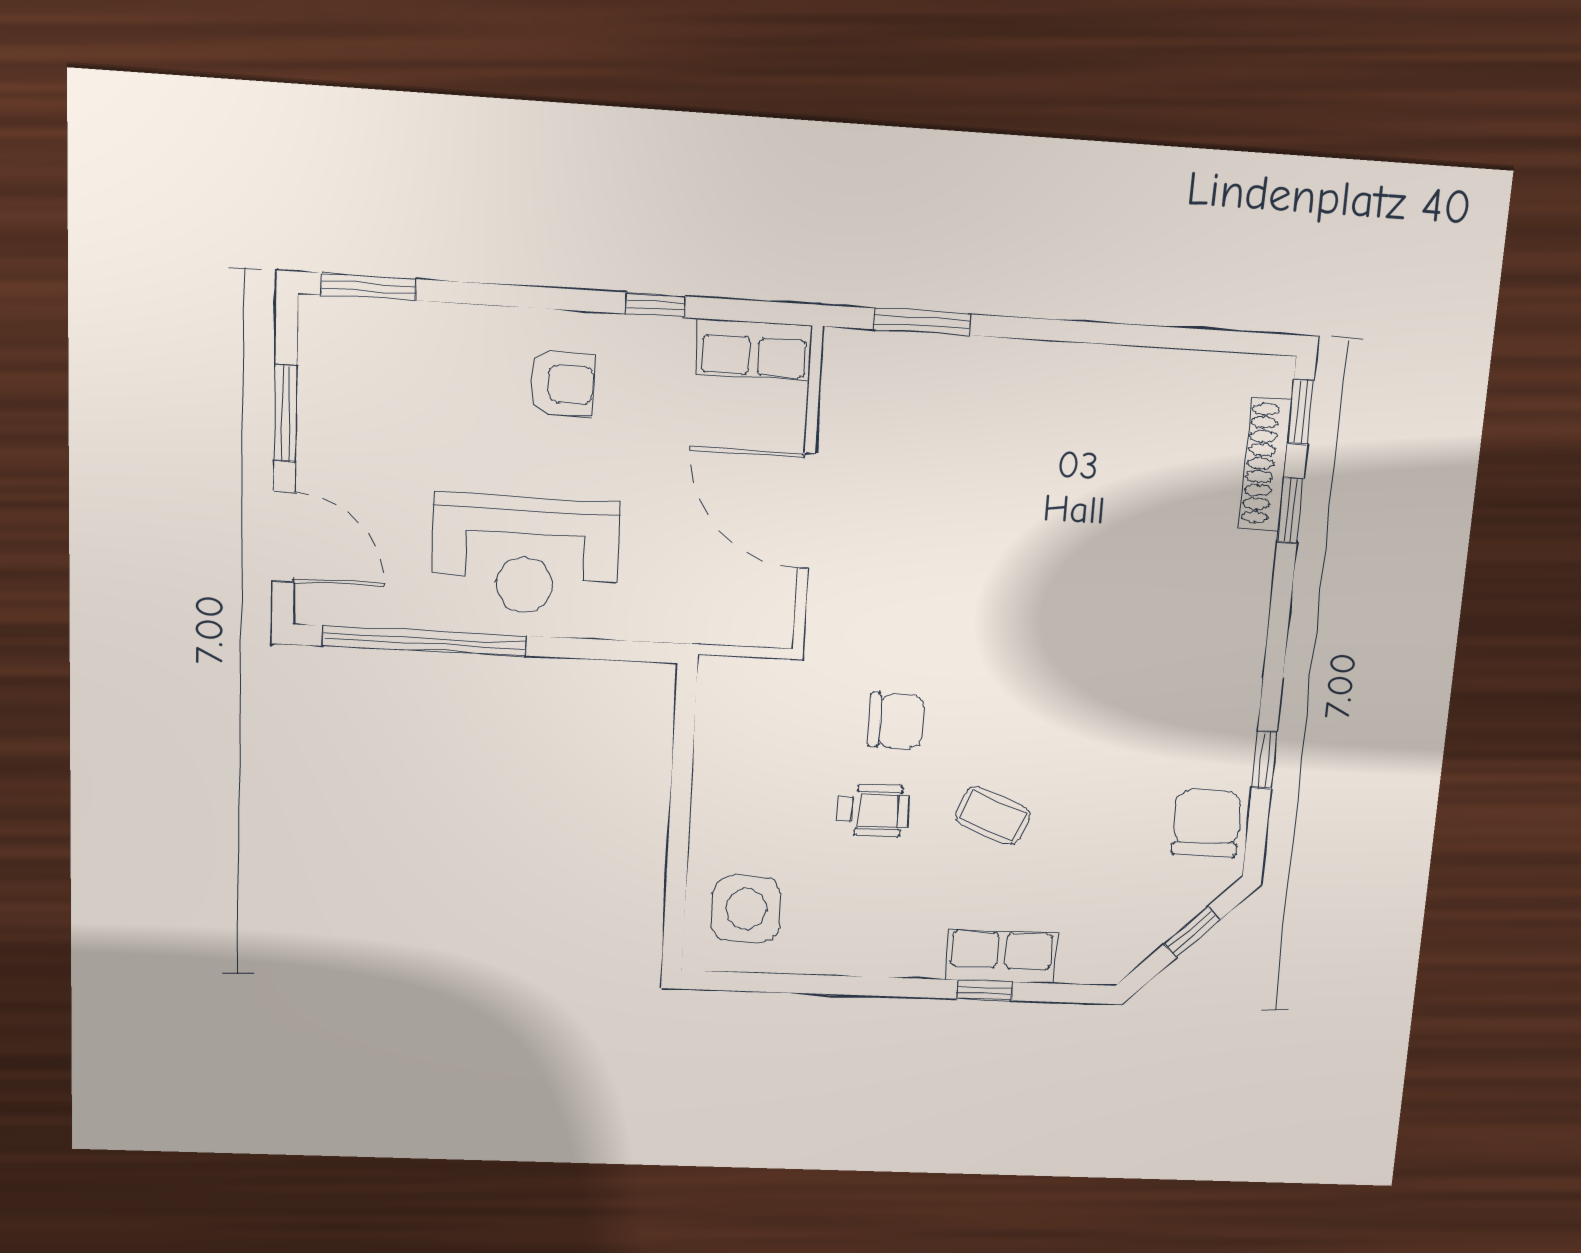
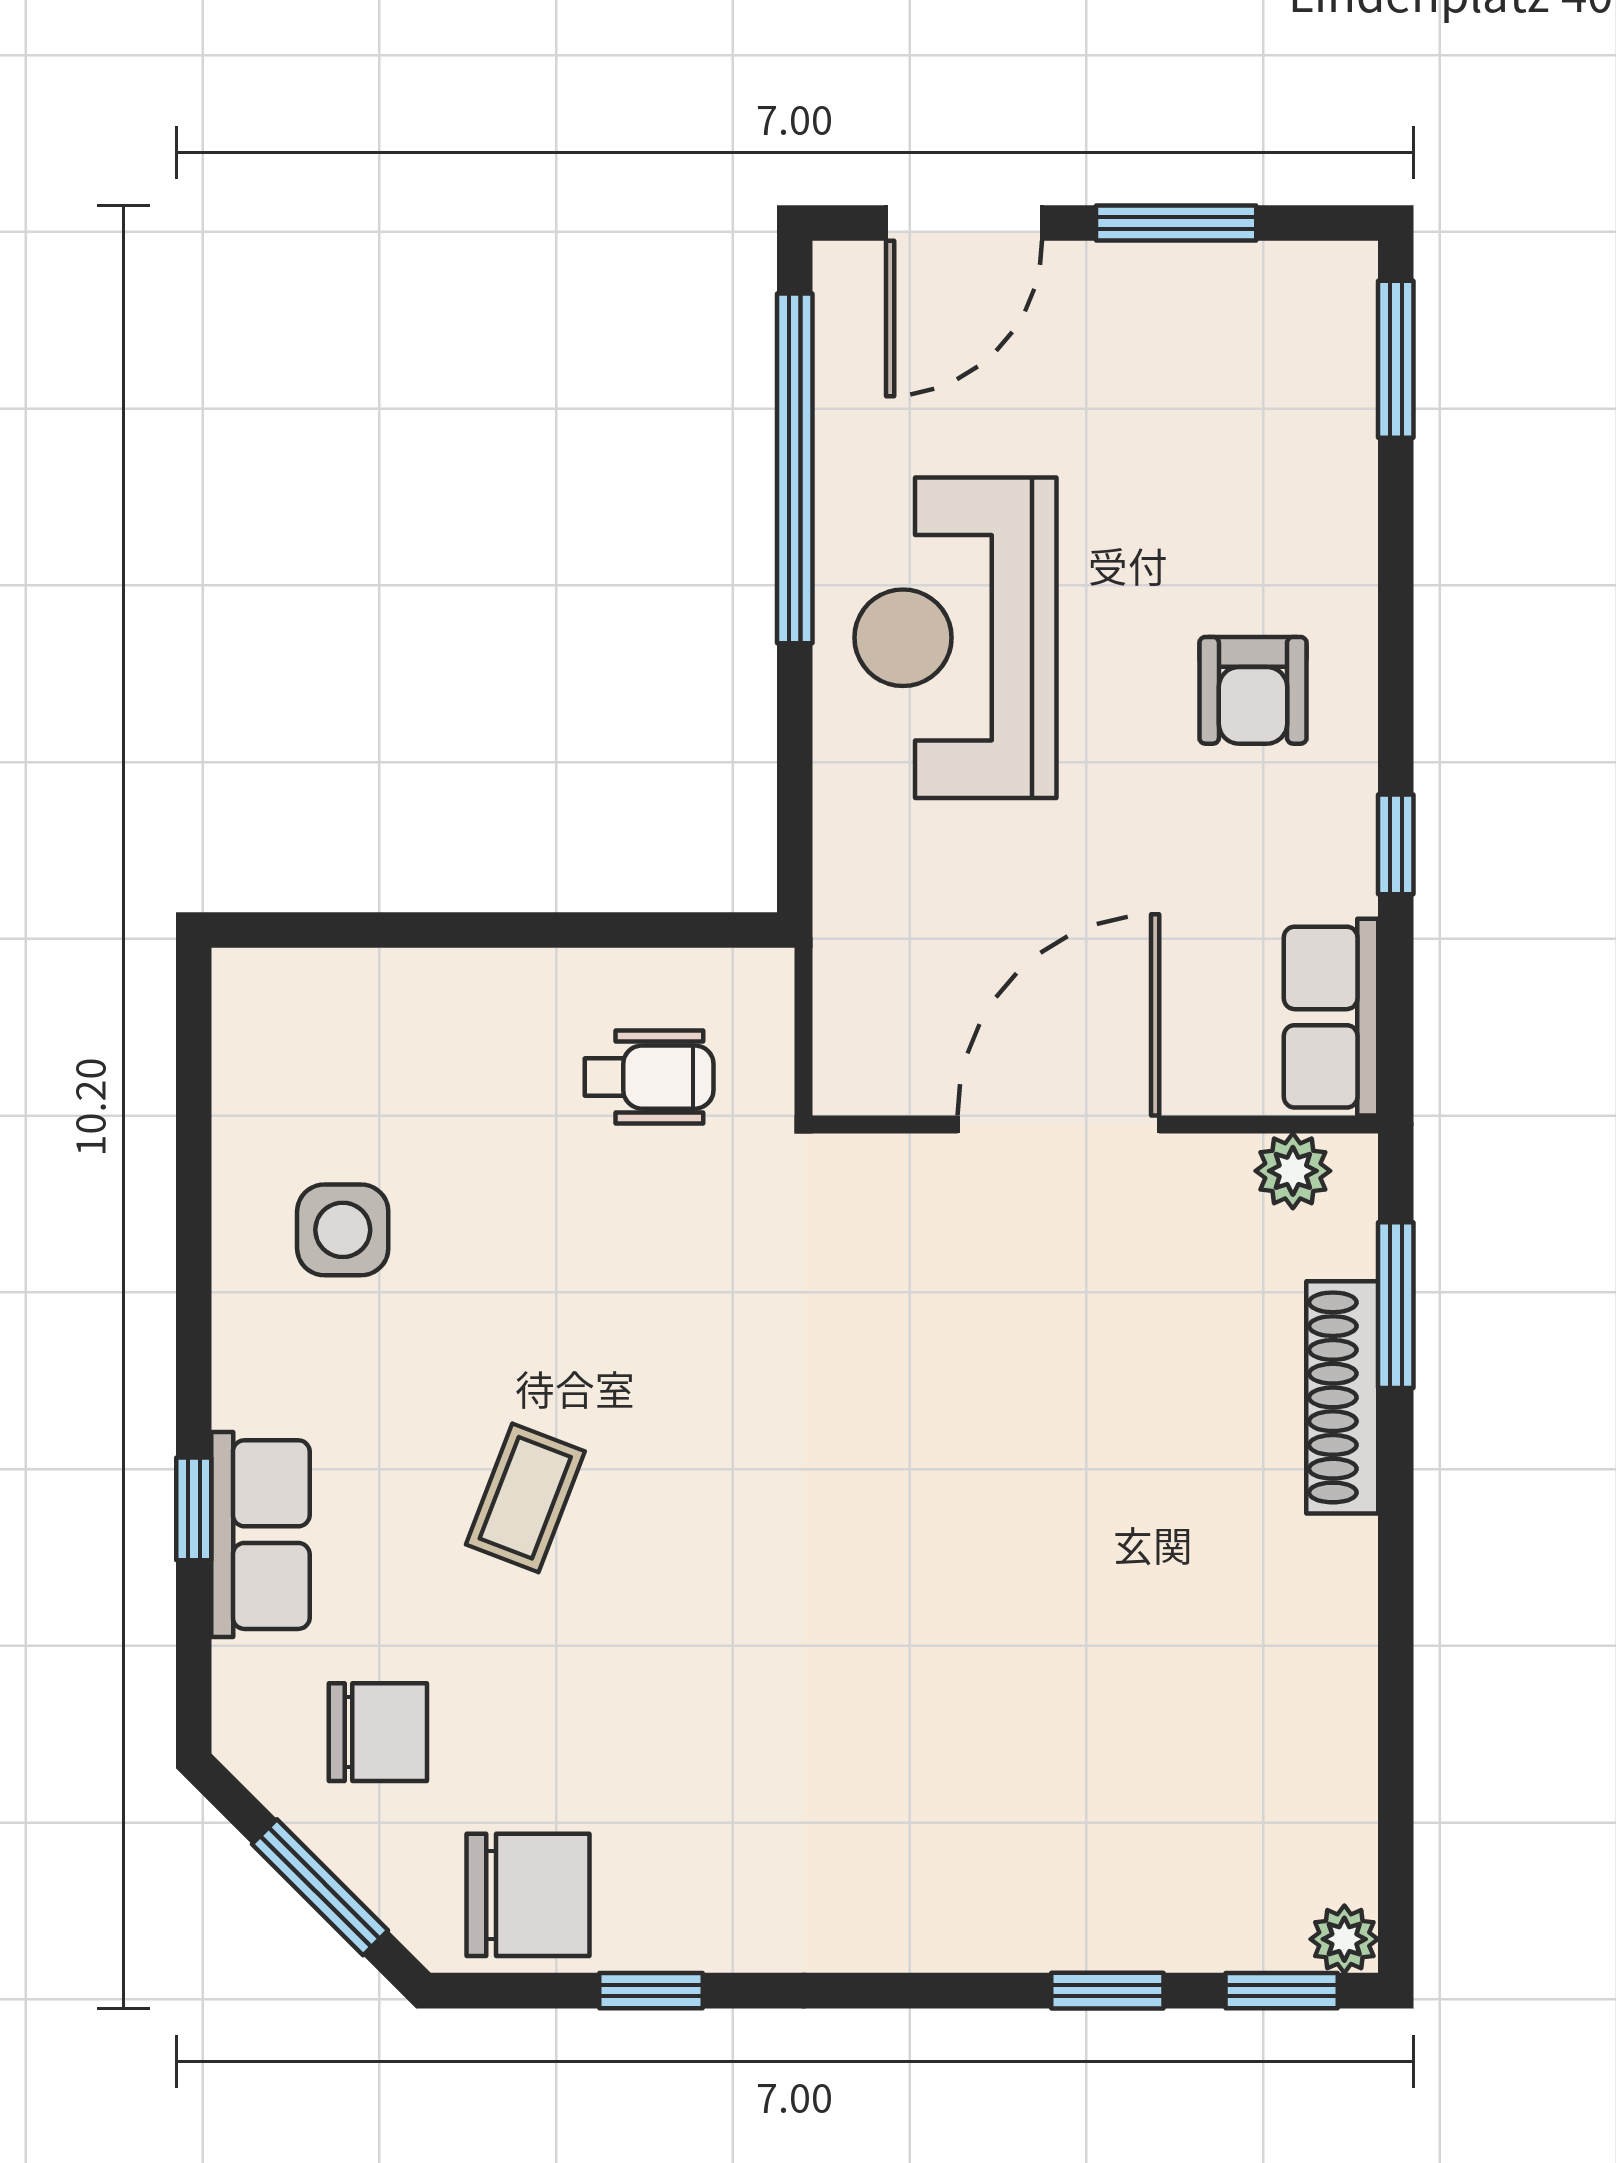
plant: (1276, 374) -> (1344, 1939), added
plant: (841, 377) -> (1293, 1171), added
shoe rack: (1266, 464) -> (1342, 1397), moved, turned -90
chair: (896, 721) -> (378, 1732), moved, turned -90
wheelchair: (873, 810) -> (649, 1077), moved, turned -90
side table: (746, 909) -> (343, 1230), moved, width x0.73, depth x0.73
window: (1192, 932) -> (320, 1887), width x1.50

